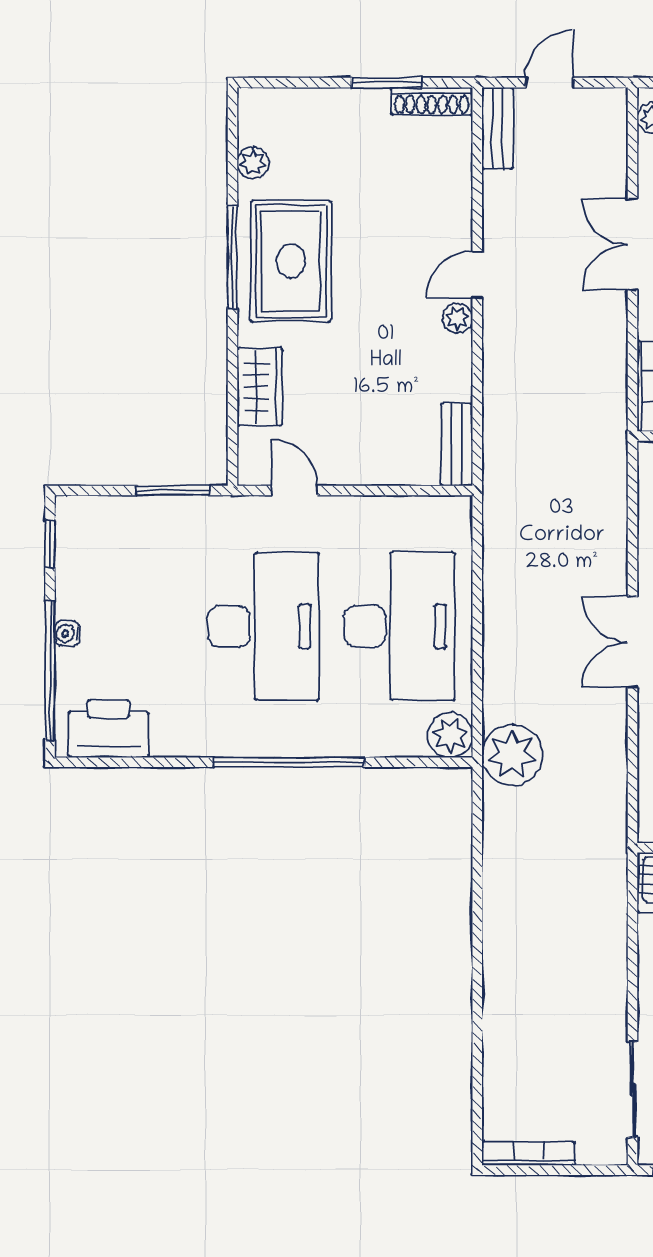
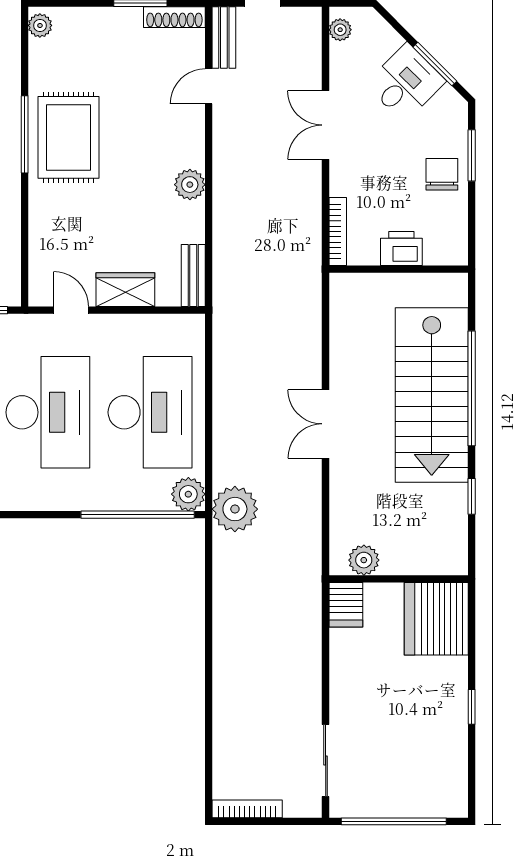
plant: (253, 163) -> (40, 25), moved
door: (477, 275) -> (209, 86), moved
plant: (458, 318) -> (190, 185), width x1.38, depth x1.38
wardrobe: (260, 387) -> (125, 290), moved, turned -90
window: (289, 762) -> (138, 515), moved

